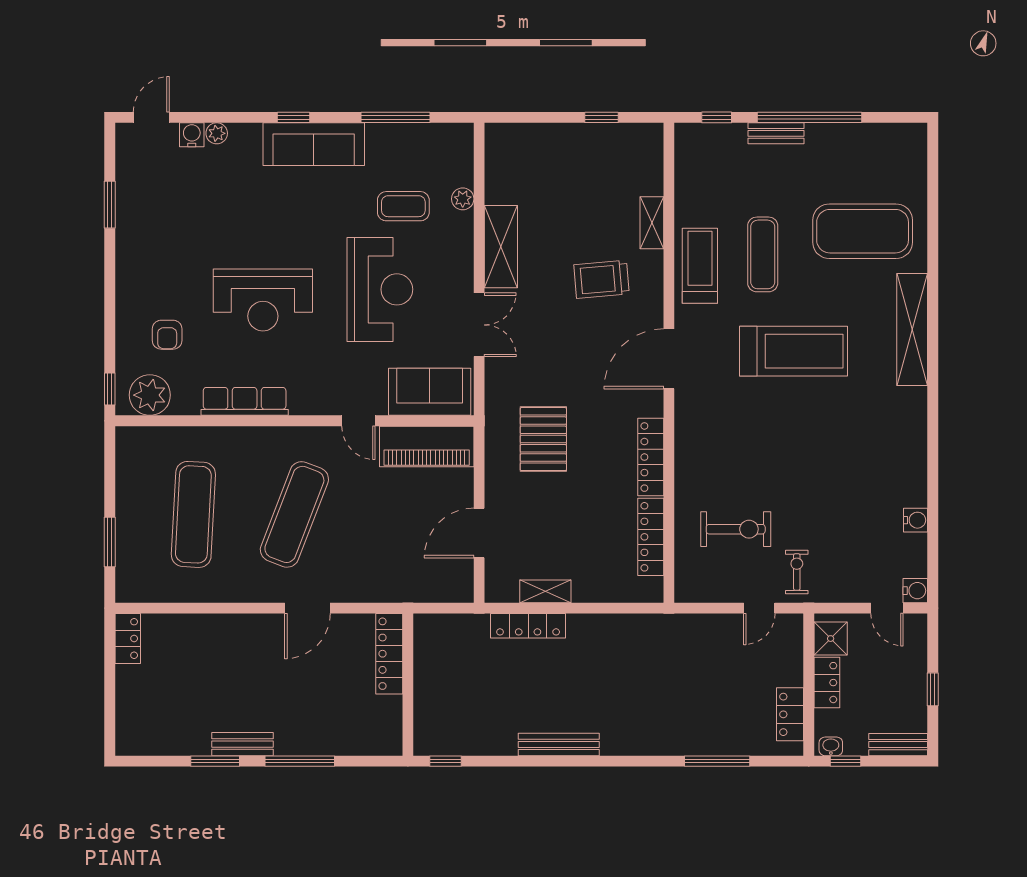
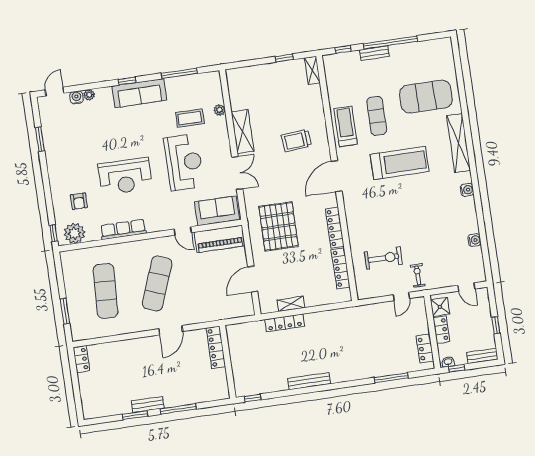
shelving: (652, 223) -> (312, 70), moved
pallet: (543, 439) -> (279, 226), width x1.37, depth x1.41
water cooler: (915, 591) -> (467, 190), moved

